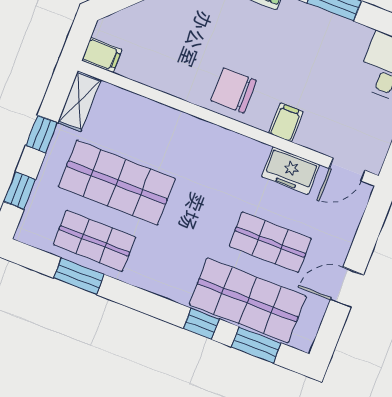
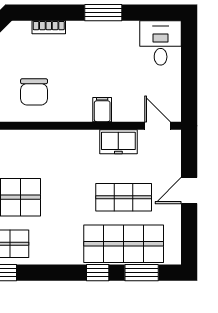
chair: (234, 90) -> (34, 92), moved, turned -90
door: (347, 169) -> (158, 126), swing flipped
door: (347, 287) -> (189, 190), moved

